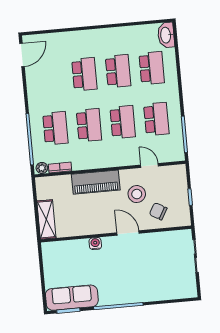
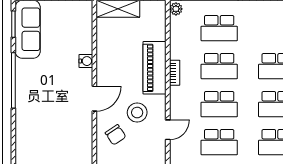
bookcase: (60, 167) -> (175, 73), moved
chair: (158, 211) -> (116, 135), turned 116

